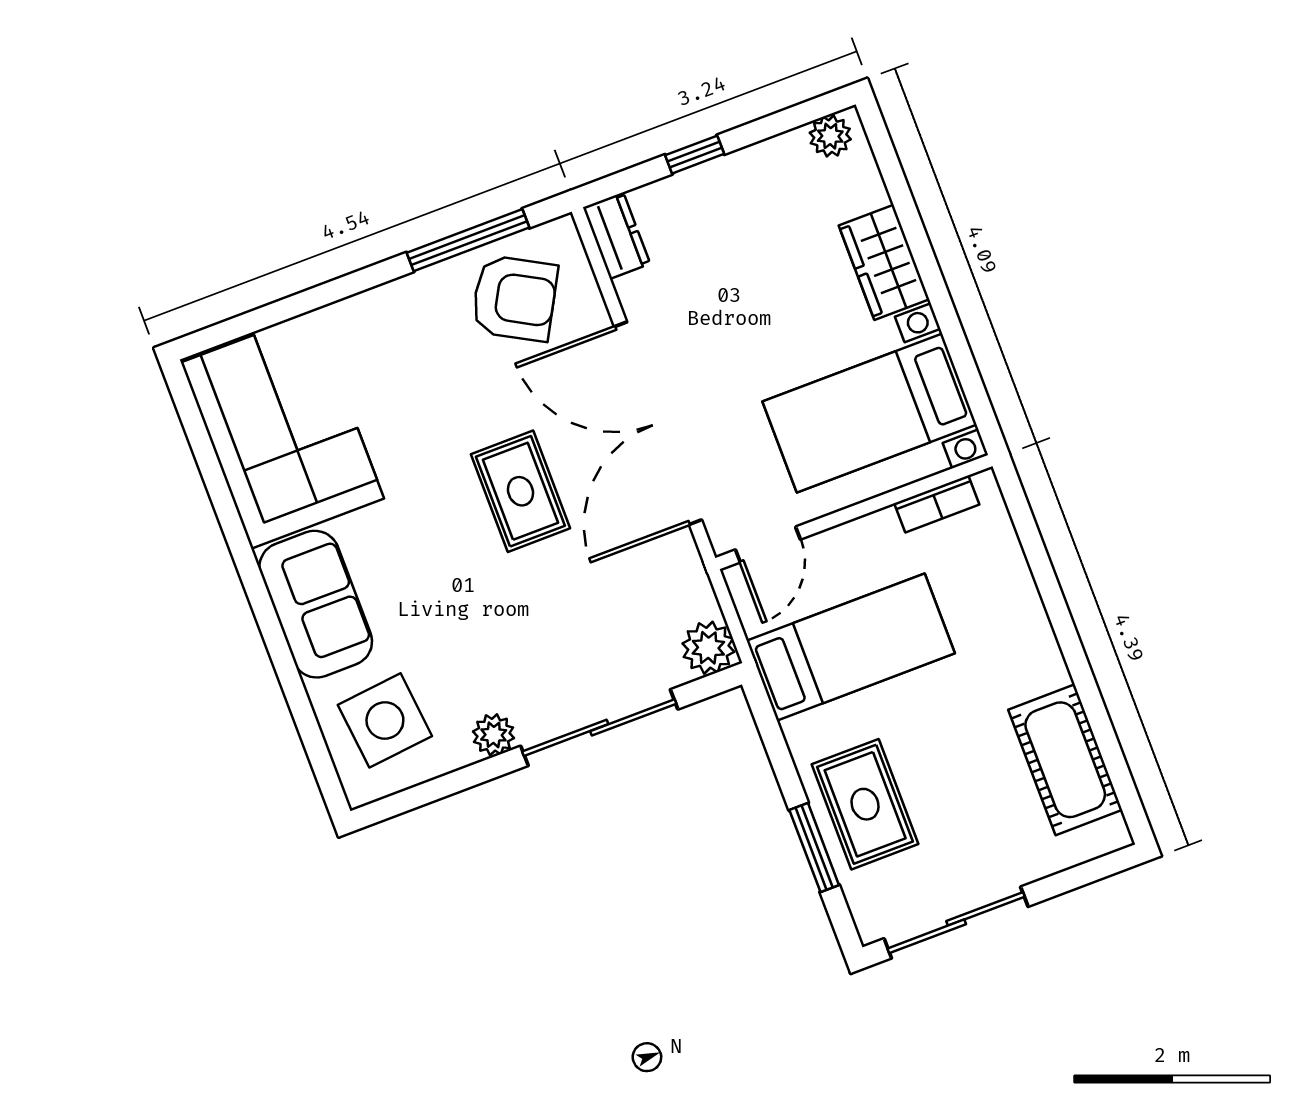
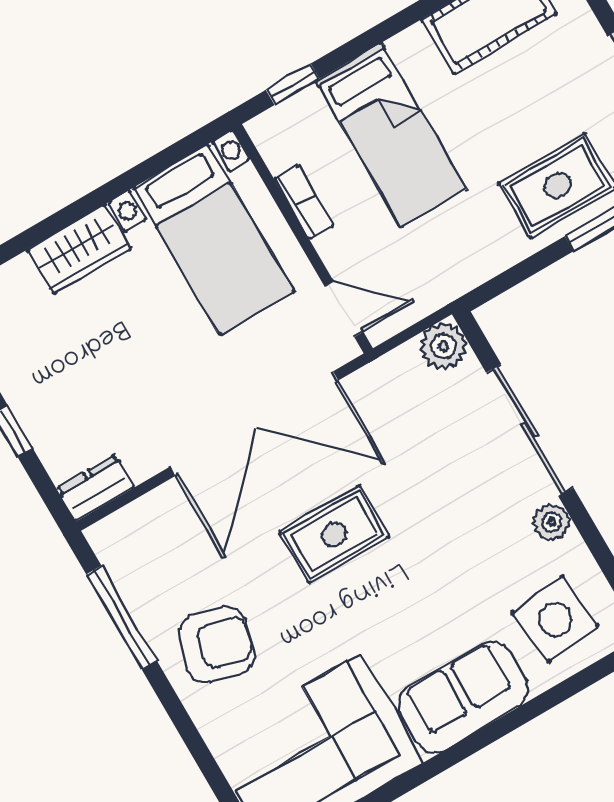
armchair: (514, 298) -> (216, 645), moved, turned 76
bookcase: (937, 504) -> (304, 202), moved
window: (1027, 530) -> (293, 84), added
bed: (851, 647) -> (391, 135), moved, turned 180

